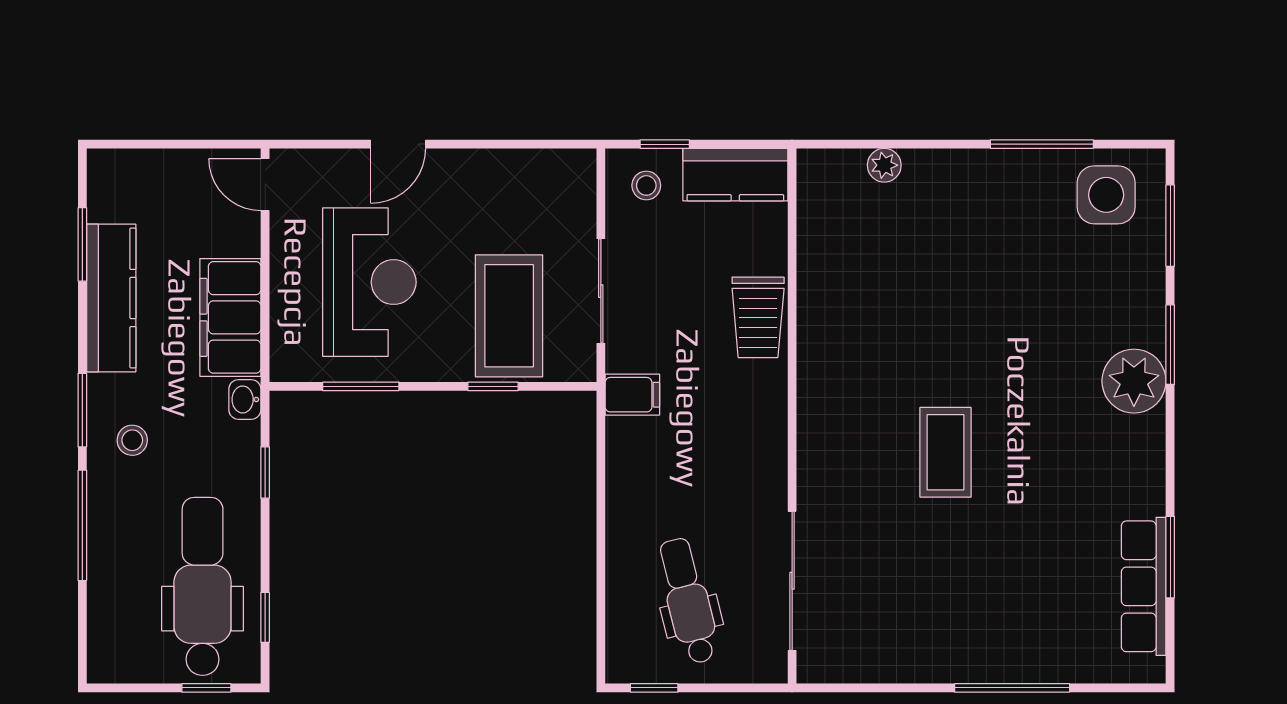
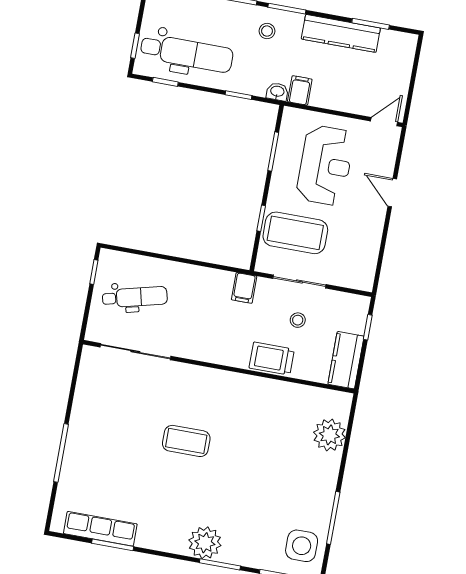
plant: (884, 165) -> (329, 435), width x1.88, depth x1.88
stool: (646, 185) -> (298, 320), moved
reception desk: (369, 282) -> (325, 165), turned -90
filing cabinet: (230, 317) -> (300, 90), width x0.33, depth x0.86

